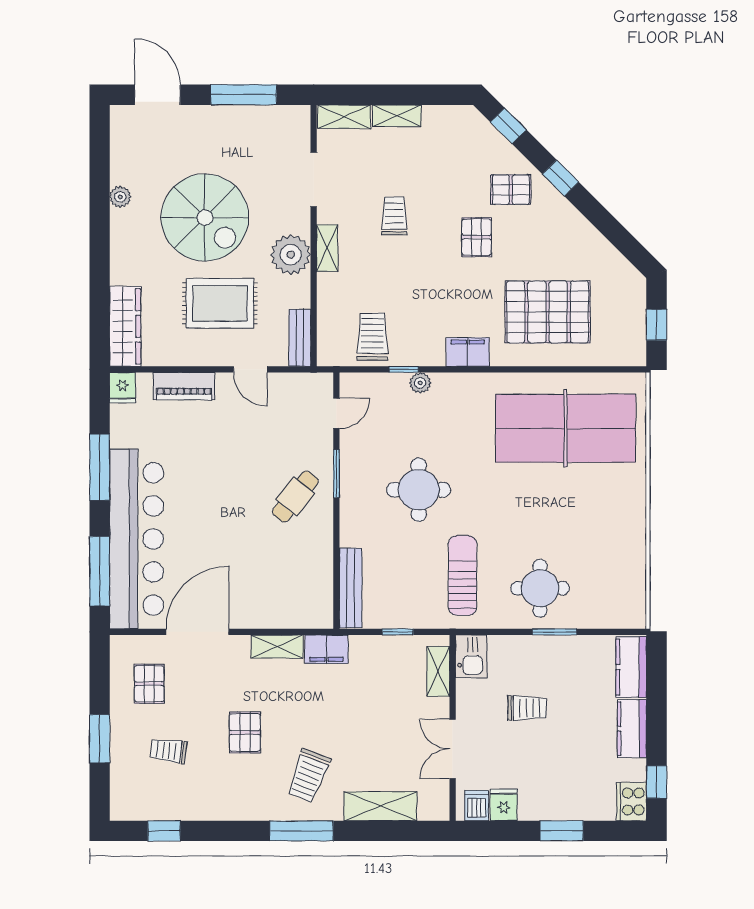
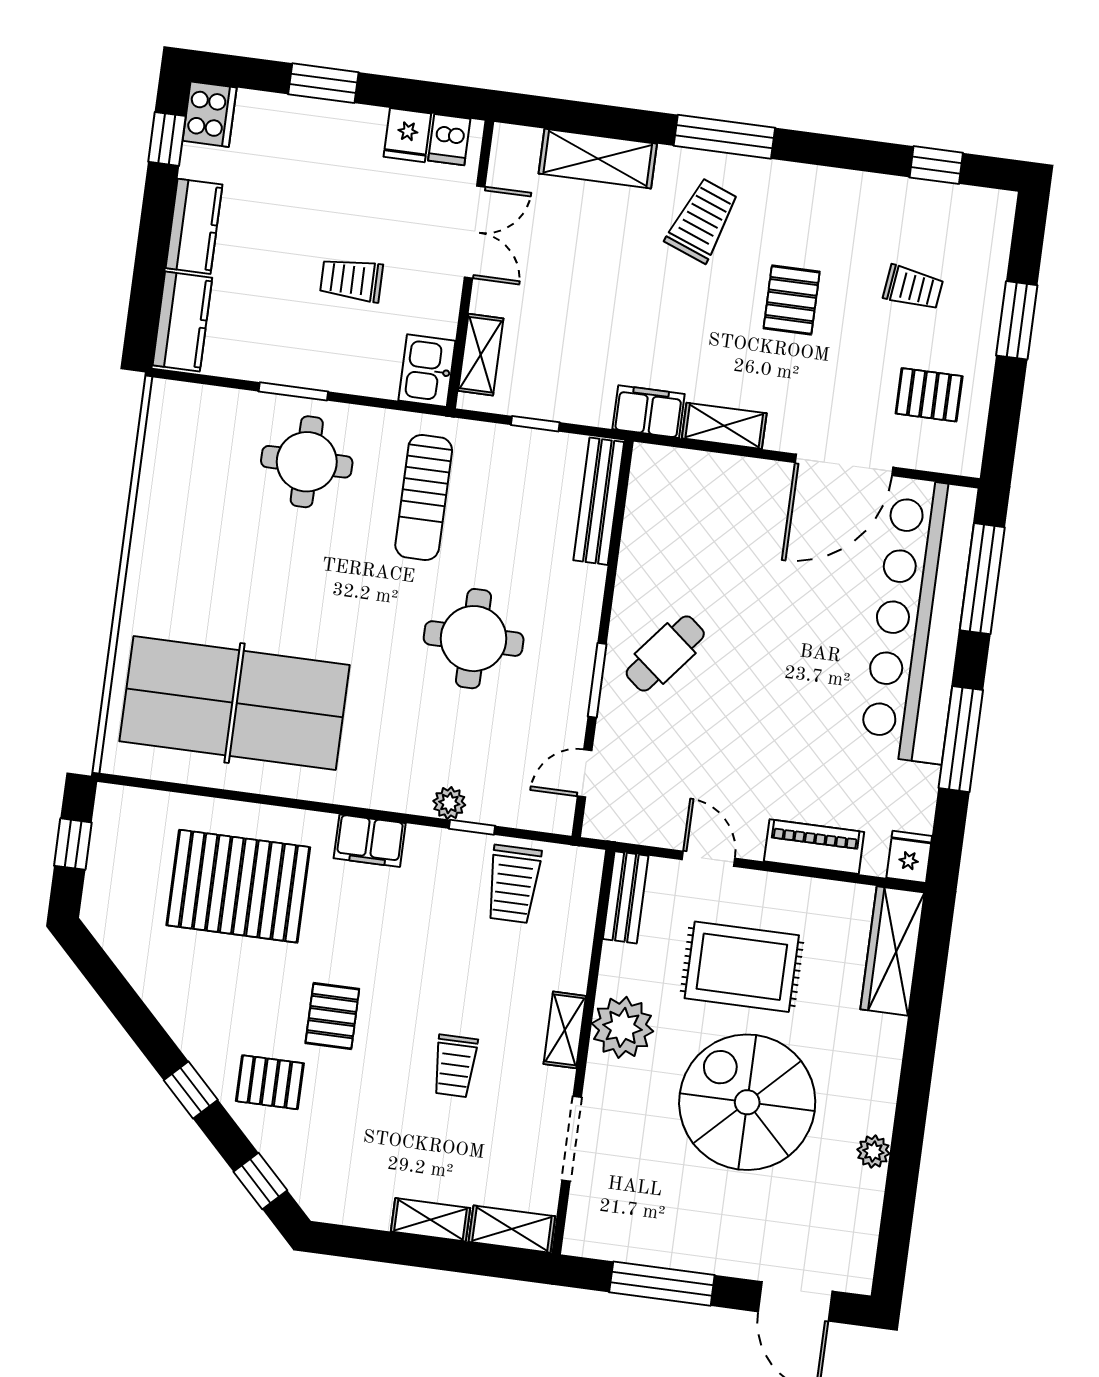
pallet: (149, 684) -> (929, 395), turned 90

